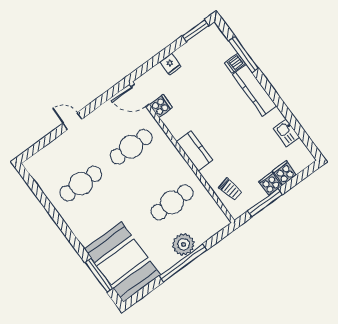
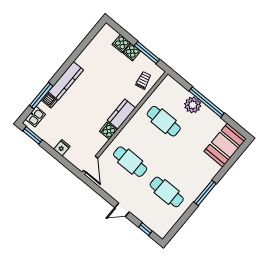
cooker: (161, 106) -> (108, 131), moved
door: (72, 121) -> (122, 210), hinge flipped
kitchen sink: (286, 133) -> (35, 117), moved
window: (40, 145) -> (145, 229), added
booth: (122, 262) -> (225, 145), width x0.73, depth x0.70
window: (99, 275) -> (205, 193), moved

